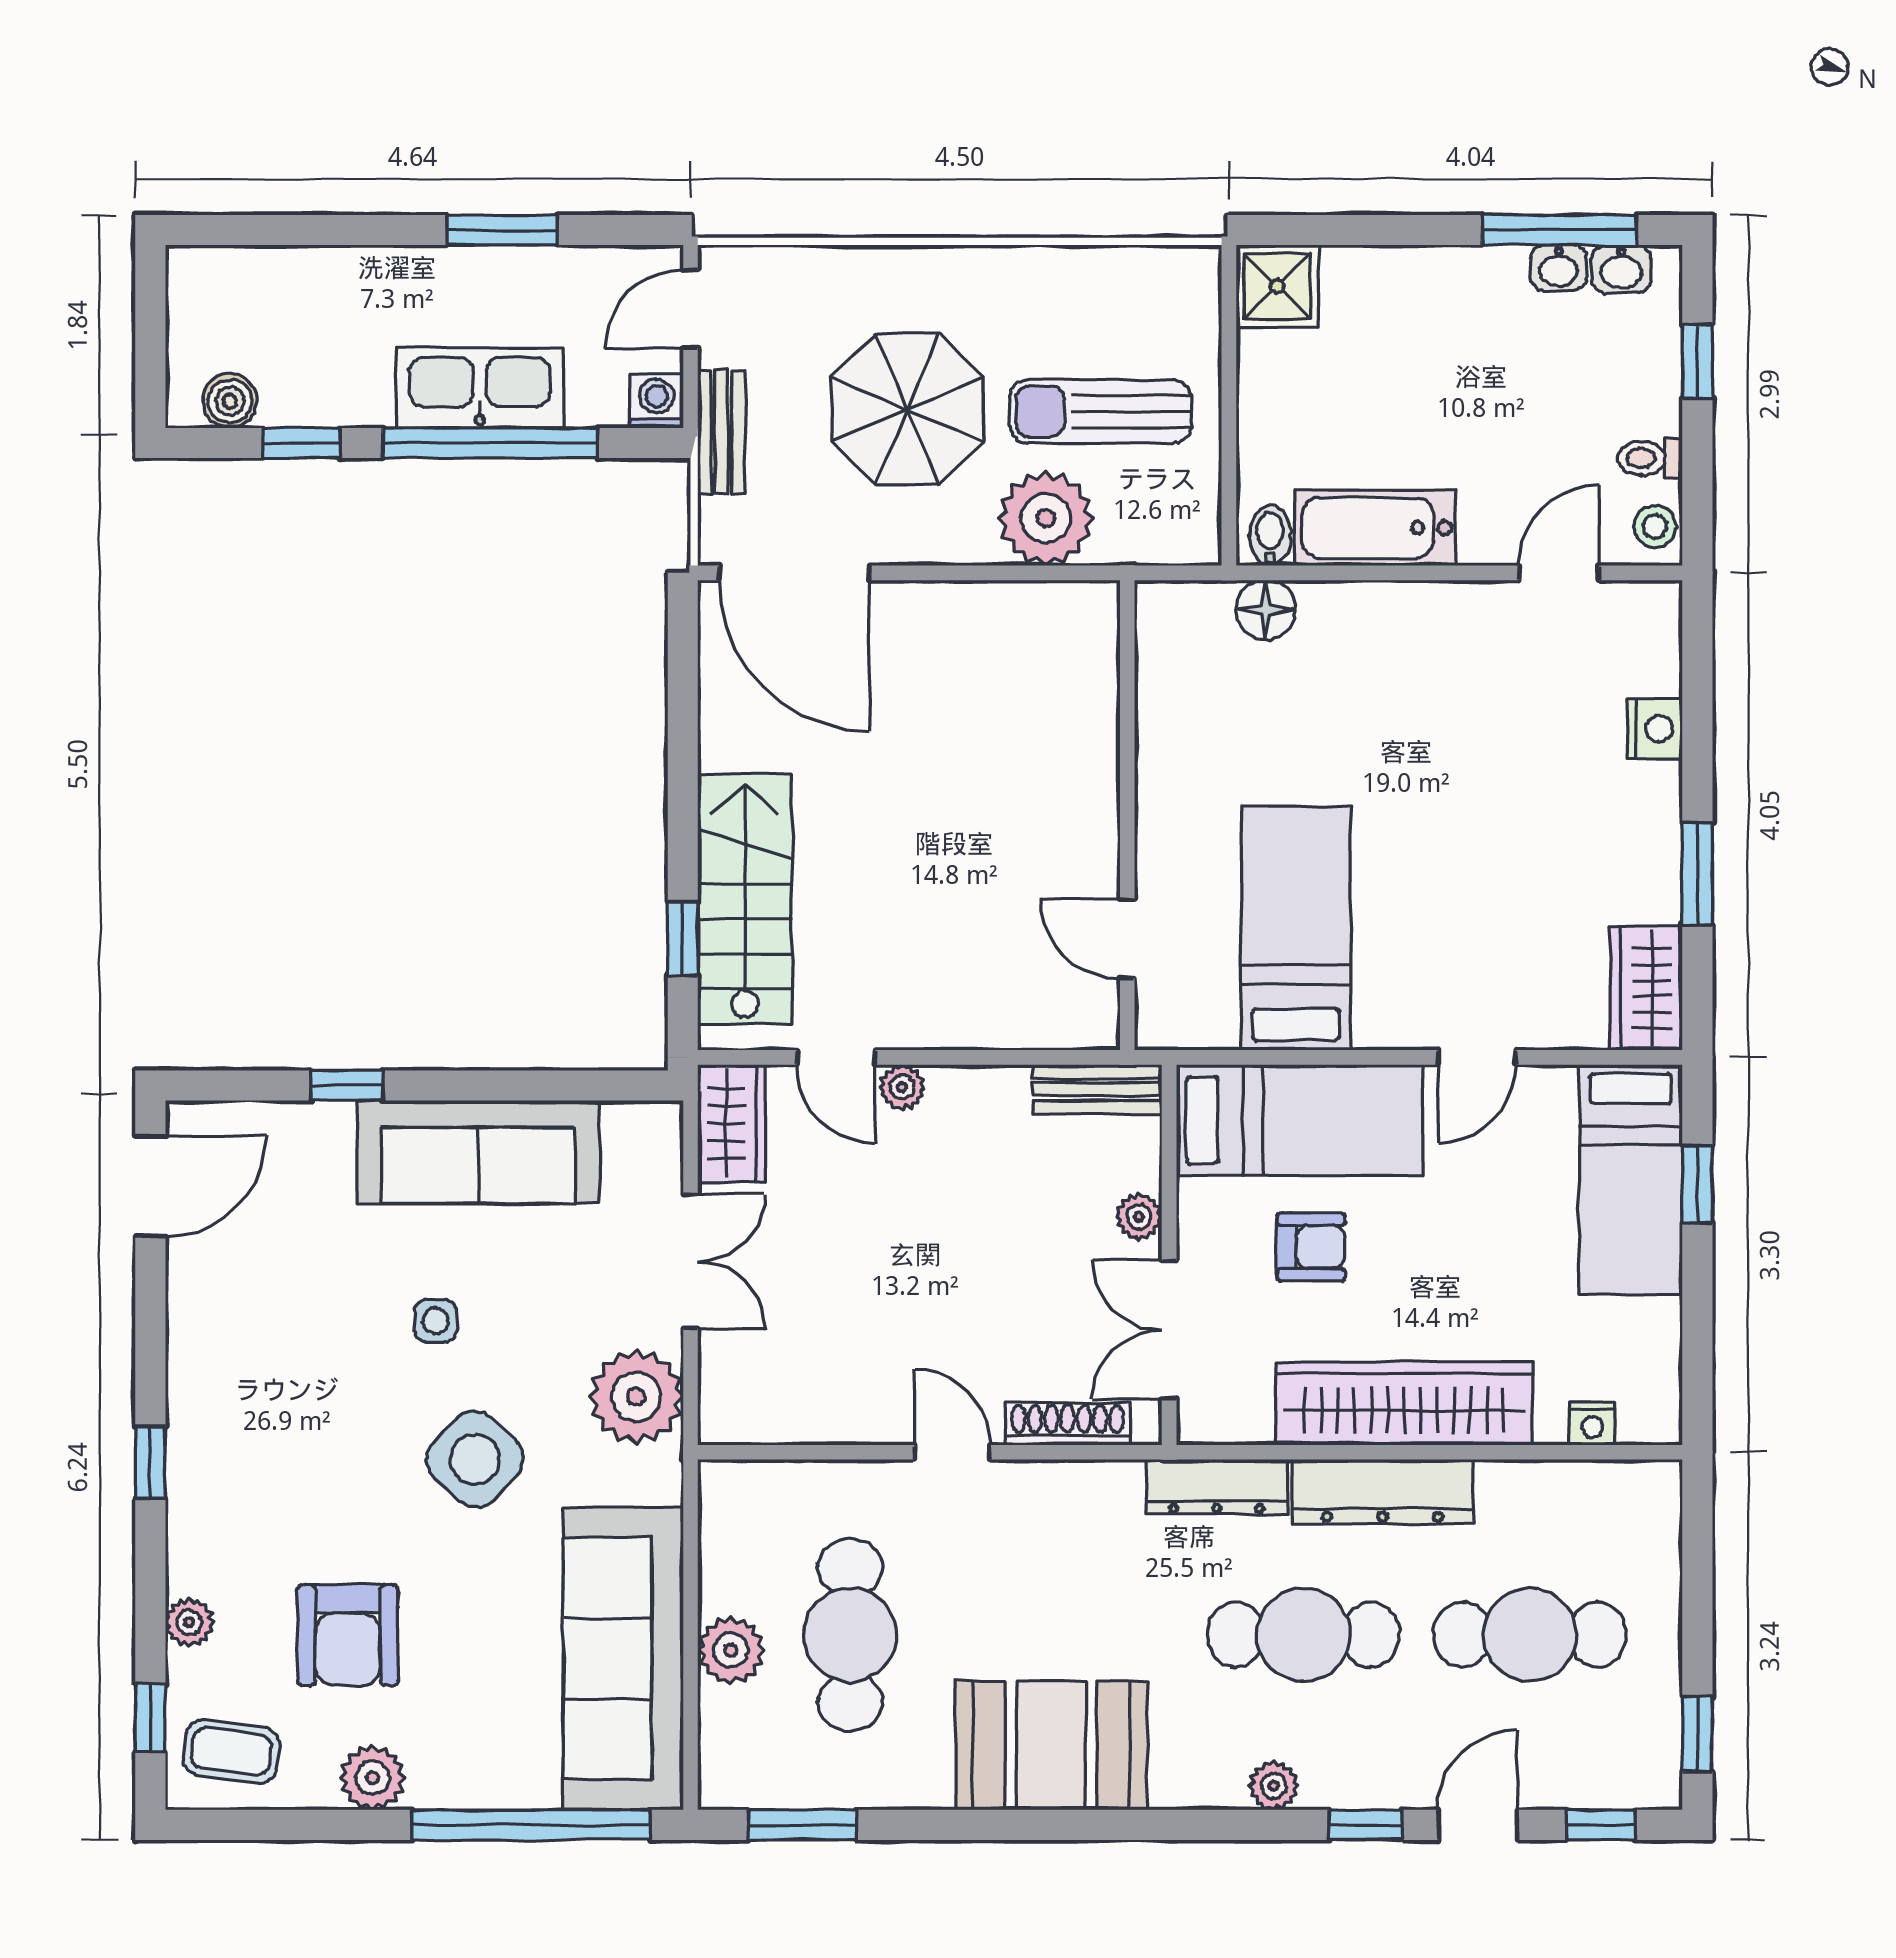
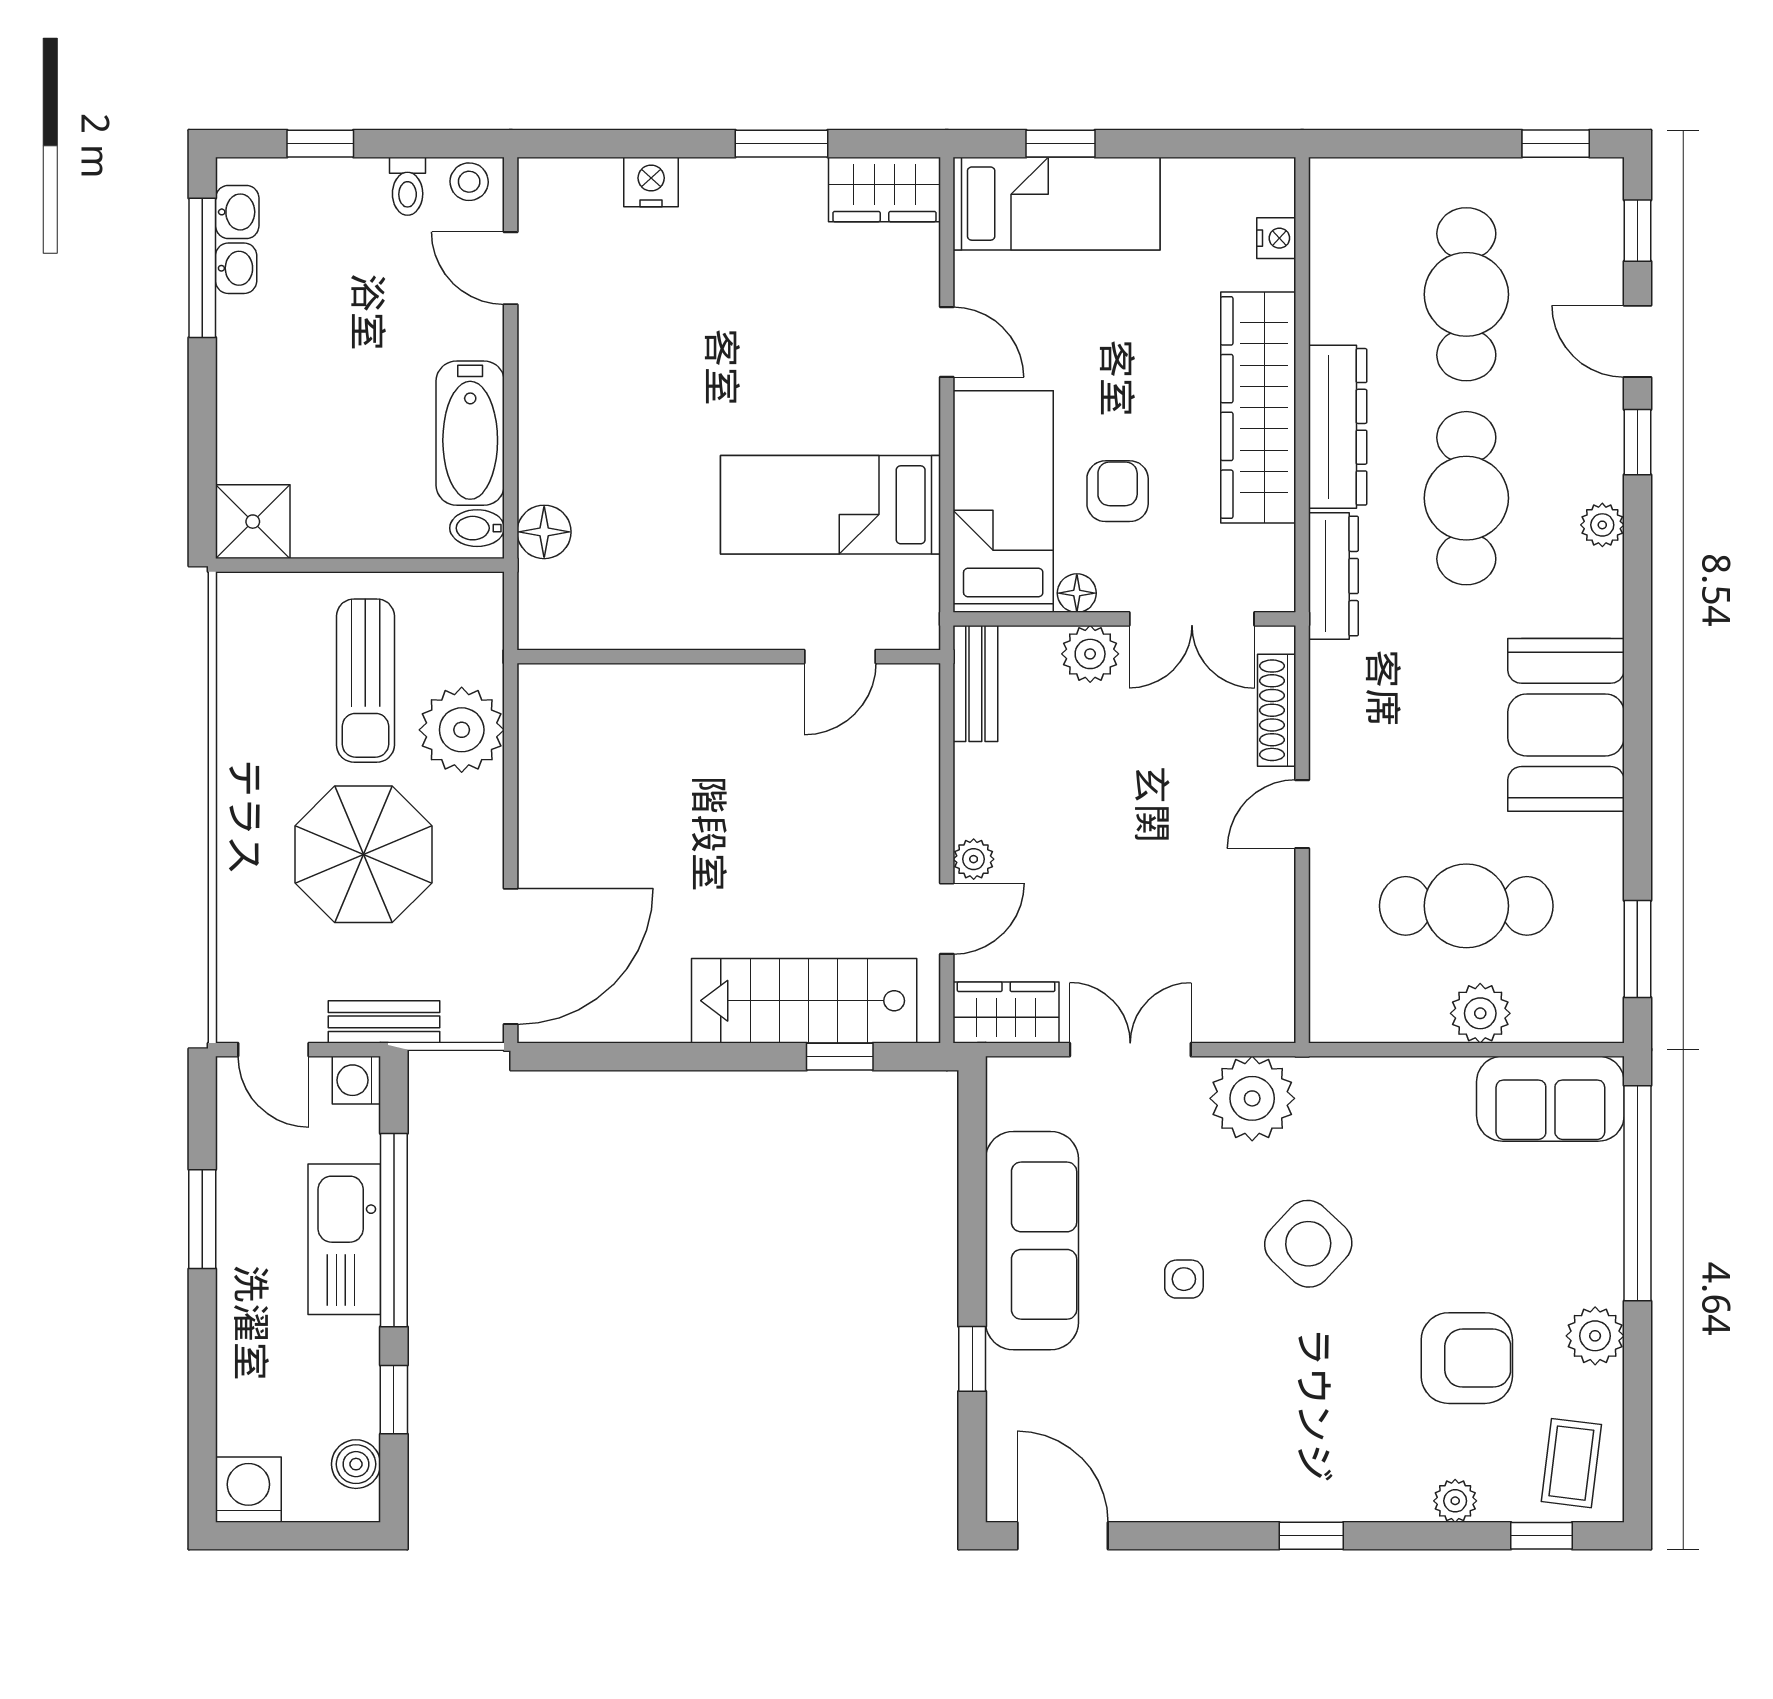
washing machine: (202, 281) -> (248, 1490), added
floor lamp: (1198, 1202) -> (1077, 593), added
plant: (1139, 1217) -> (1090, 654), width x1.38, depth x1.38
sofa: (623, 1659) -> (1550, 1099), width x0.54, depth x0.79

